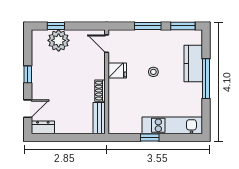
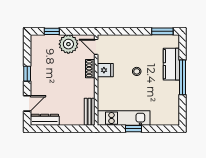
window: (148, 26) -> (132, 31), removed
plant: (59, 40) -> (68, 44), moved
shoe rack: (100, 91) -> (90, 69), moved
kitchen unit: (172, 125) -> (124, 118), moved
dresser: (43, 127) -> (45, 120), width x1.44

